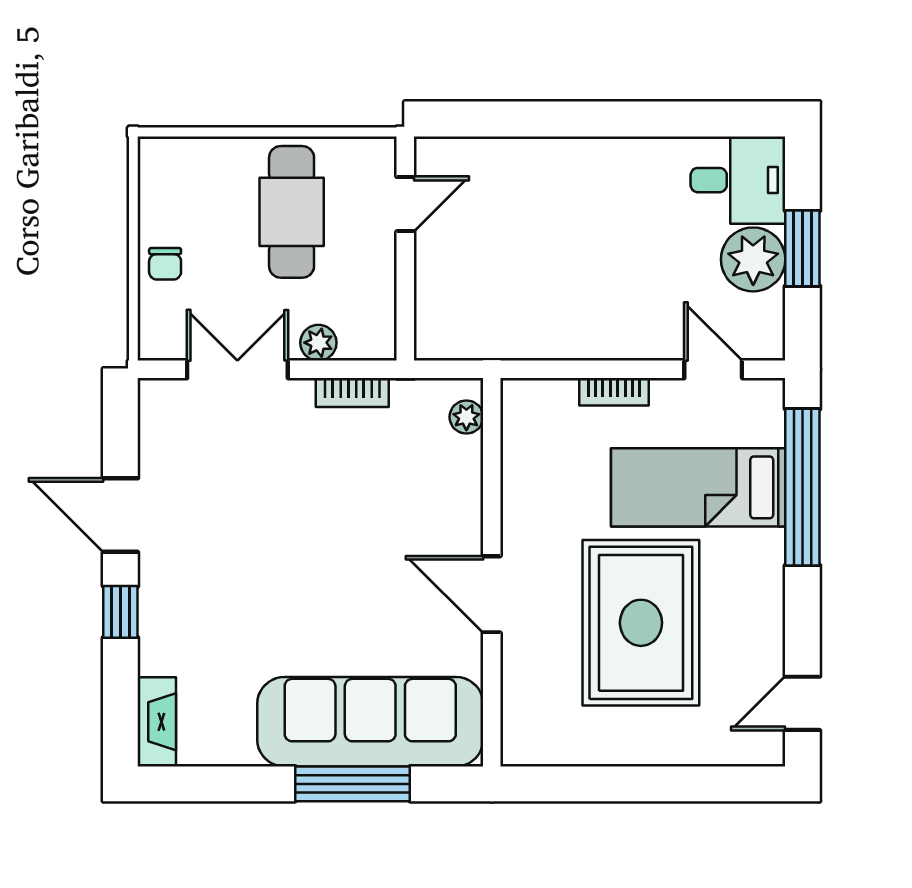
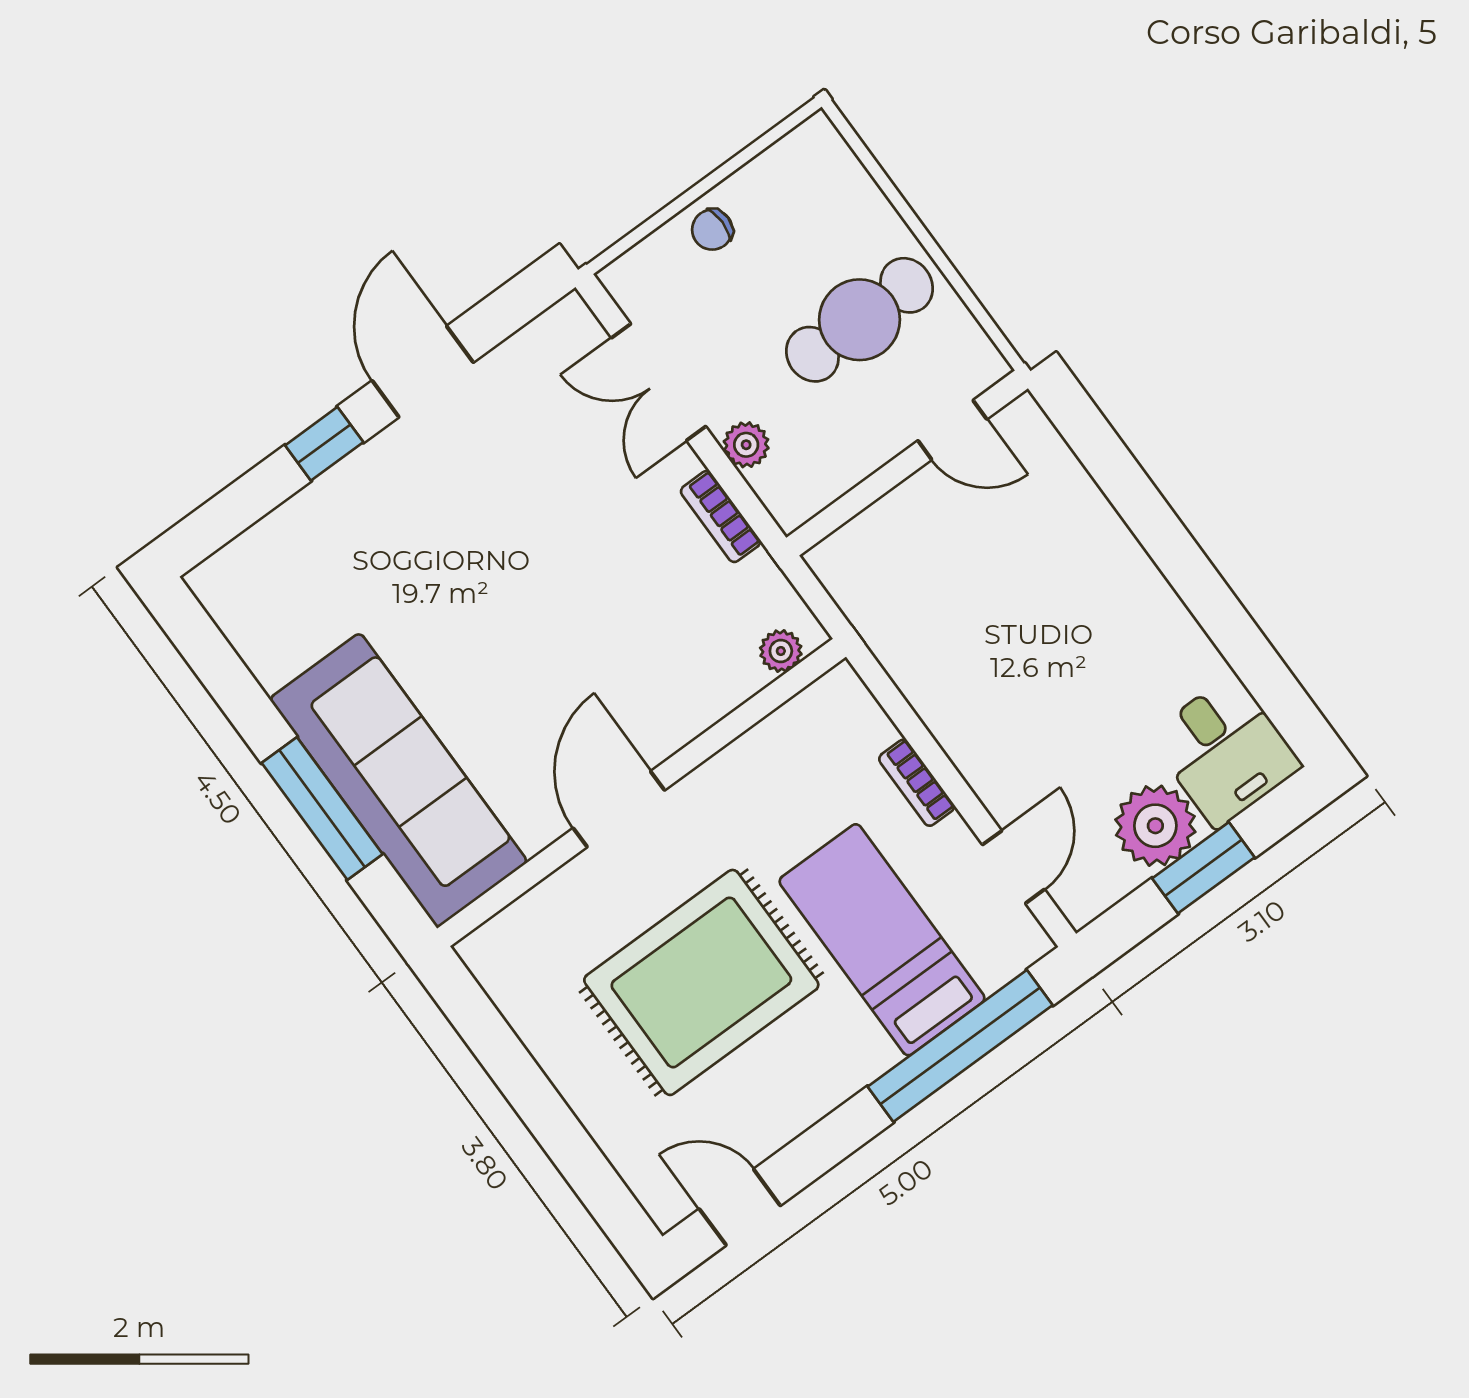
double door: (237, 369) -> (659, 382), swing flipped
fireplace: (157, 722) -> (239, 563), removed

